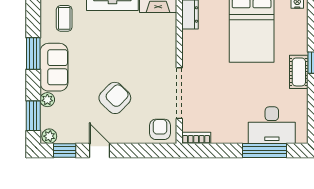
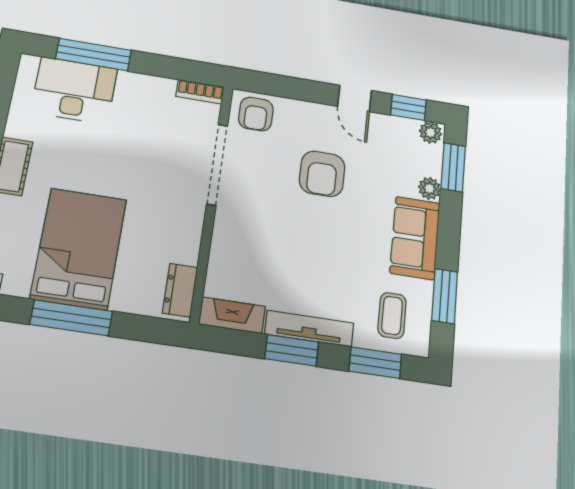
window: (33, 53) -> (445, 296), moved
armchair: (115, 98) -> (322, 174), turned -44

